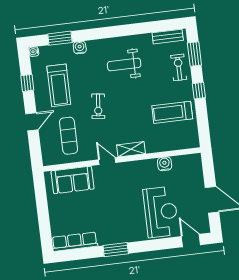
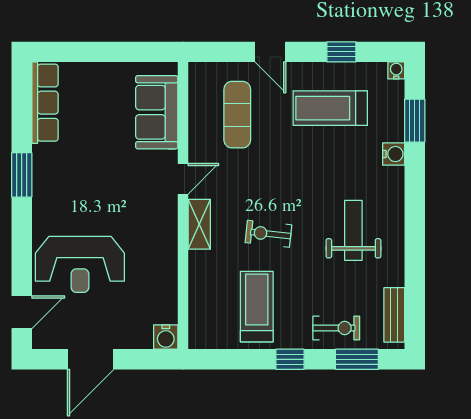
exercise bike: (98, 106) -> (268, 234), moved
exercise mat: (69, 136) -> (237, 115), turned 90
water cooler: (165, 164) -> (166, 337), moved, turned 90

